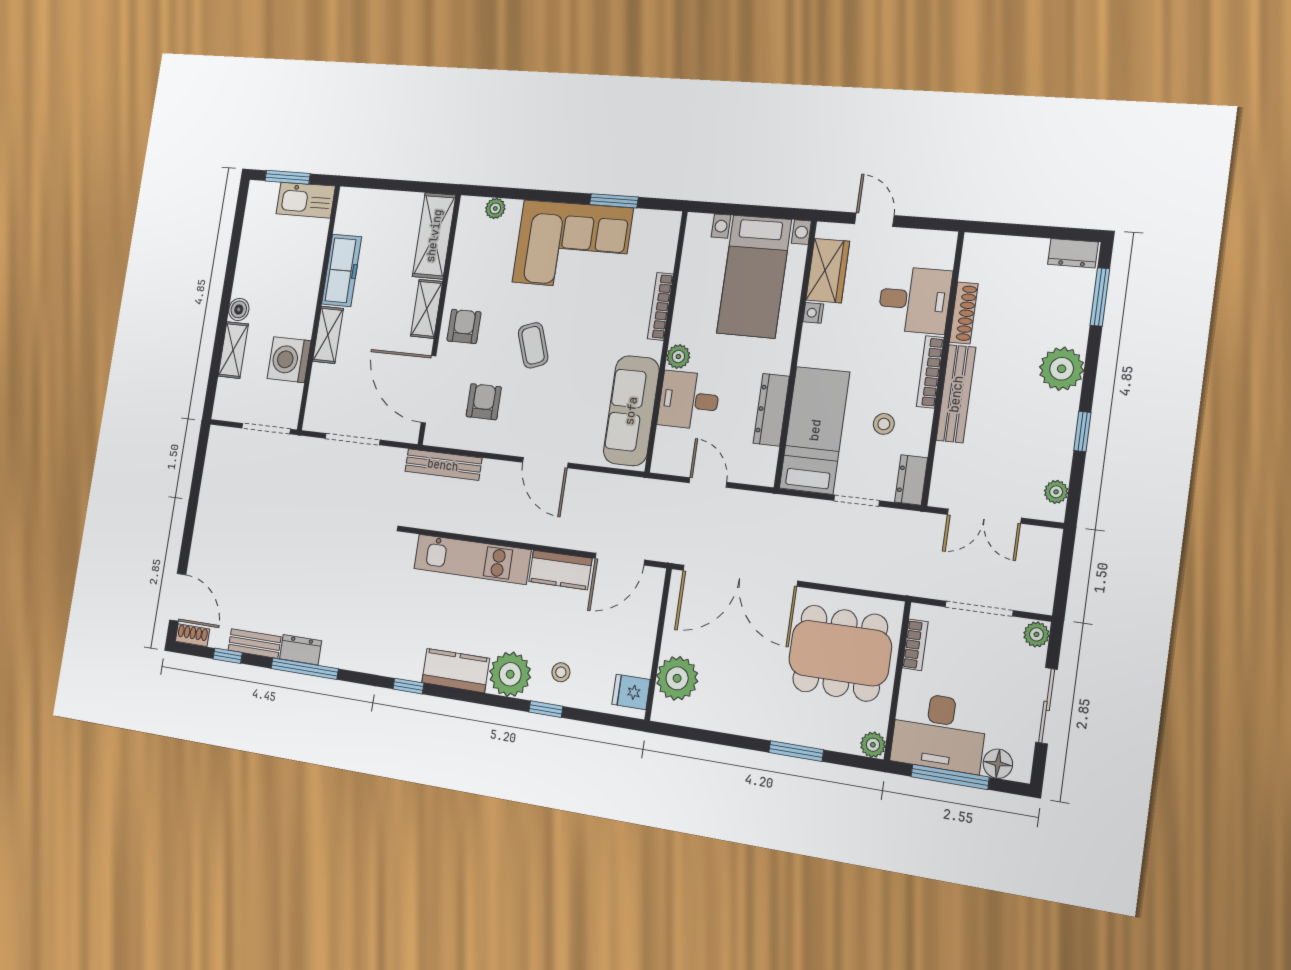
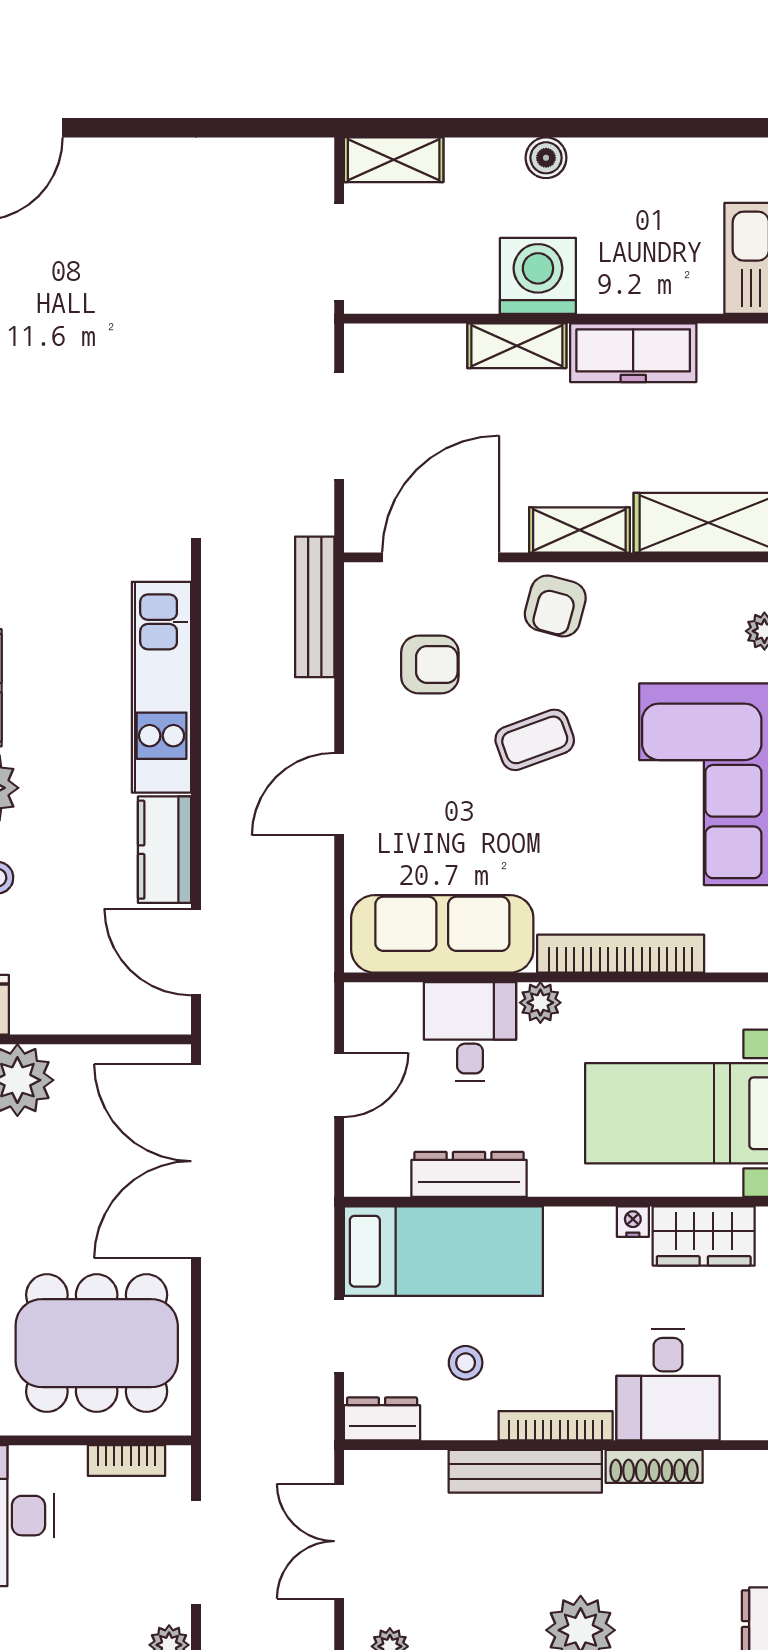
bookcase: (660, 306) -> (621, 954), width x1.48, depth x1.31
armchair: (464, 326) -> (555, 606), turned 105
shelving: (233, 350) -> (394, 160), moved
washing machine: (289, 360) -> (538, 276), moved
dining table: (840, 653) -> (97, 1343), turned 90

